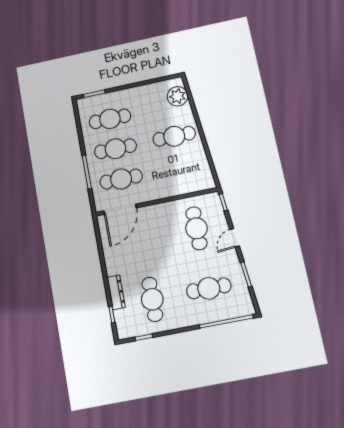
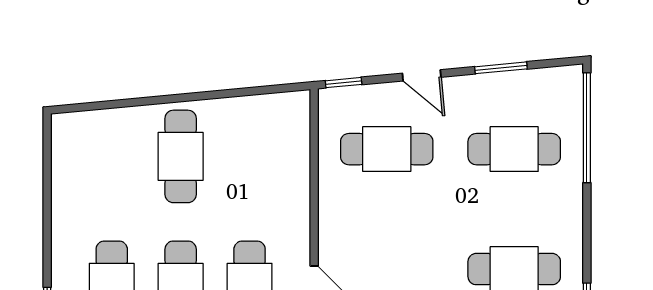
plant: (177, 96) -> (94, 132), removed
cafe table: (209, 288) -> (514, 149), turned 90

